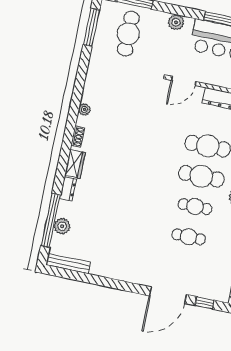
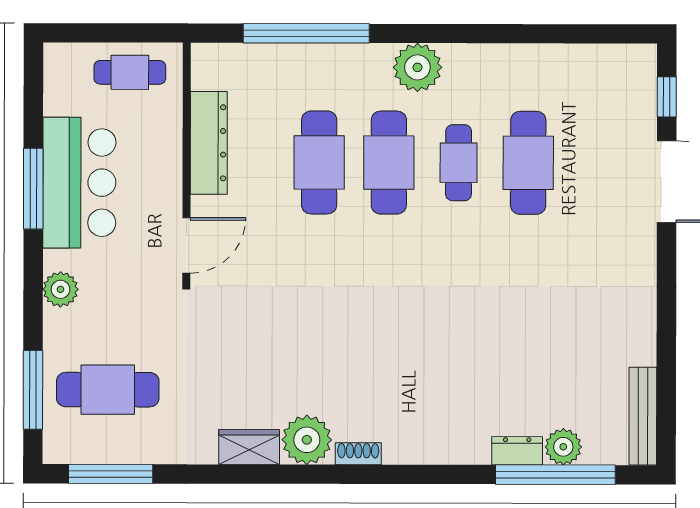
door: (184, 81) -> (186, 245), hinge flipped
plant: (84, 109) -> (307, 440), width x1.88, depth x1.88
wardrobe: (75, 164) -> (249, 447), moved
dresser: (68, 189) -> (517, 451), moved
cafe table: (189, 237) -> (528, 163), width x1.37, depth x1.35

